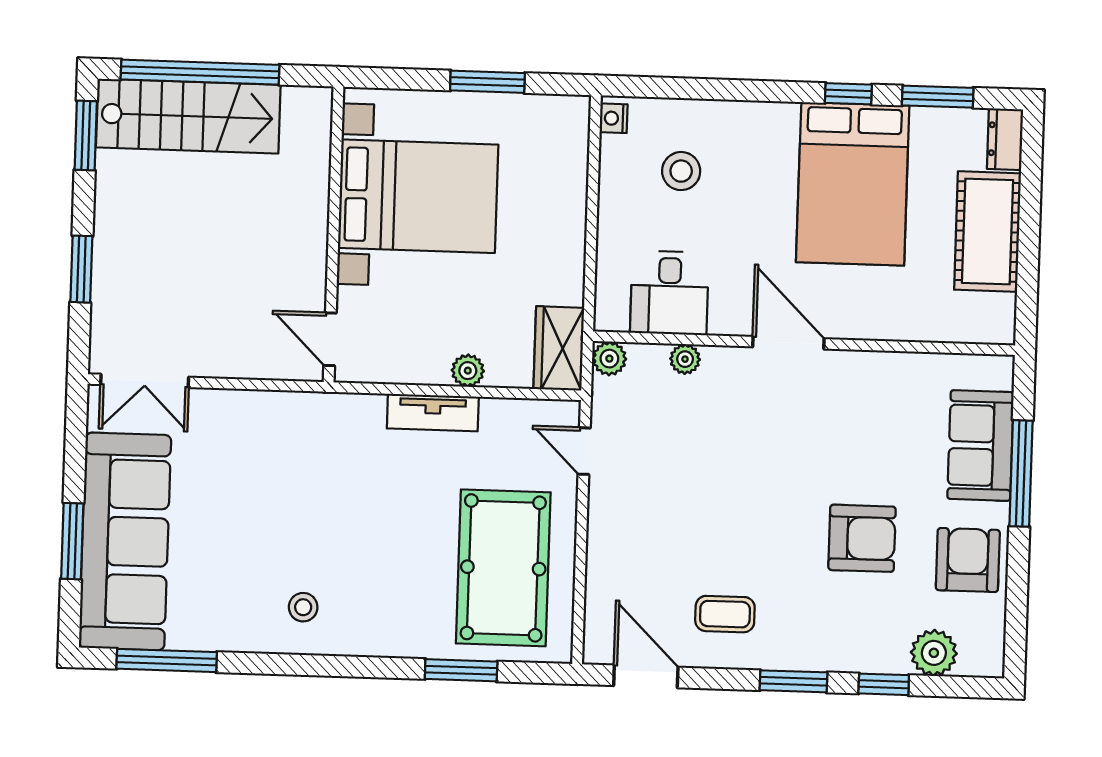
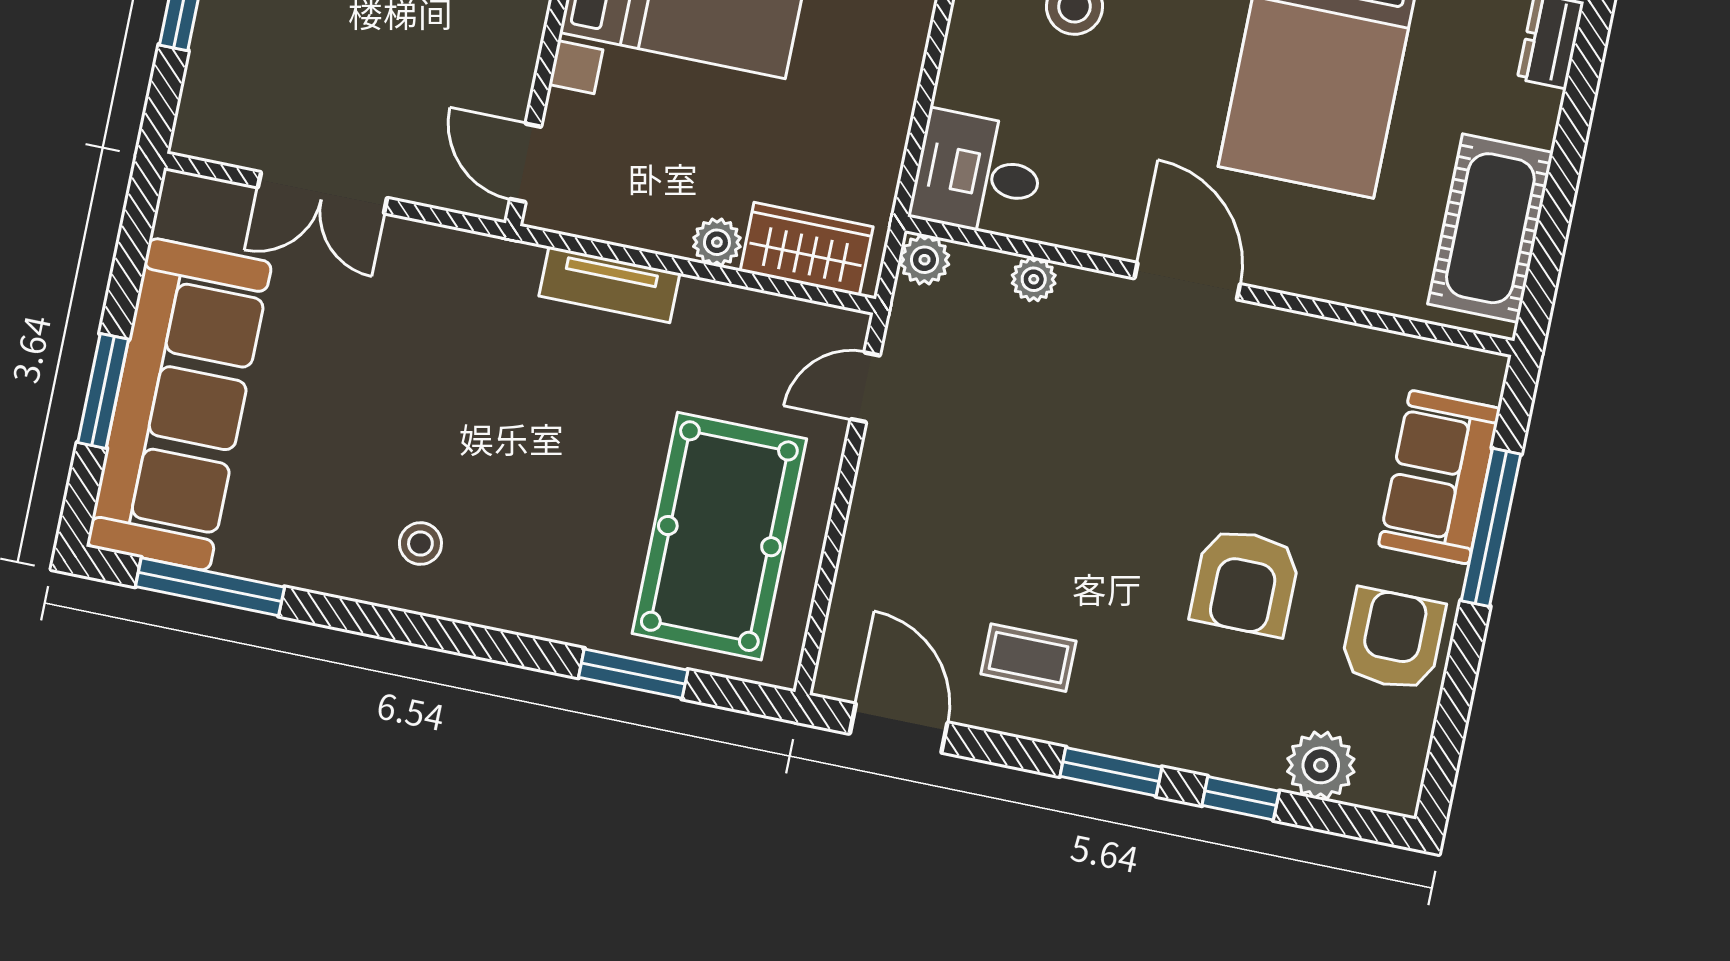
cot: (988, 231) -> (1490, 228), moved
desk: (669, 293) -> (978, 174), moved, turned 90
wardrobe: (559, 348) -> (807, 249), moved, turned 90
double door: (145, 381) -> (322, 193), moved
tv unit: (433, 413) -> (609, 285), moved
door: (584, 451) -> (865, 387), hinge flipped
armchair: (862, 538) -> (1245, 582), turned 90

